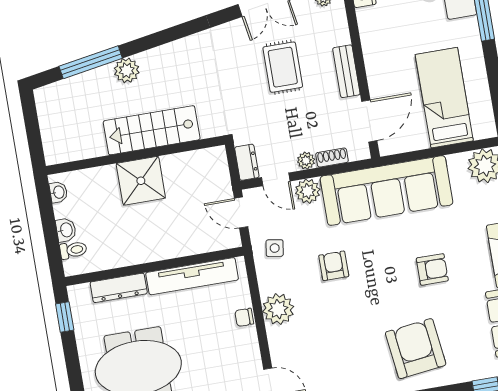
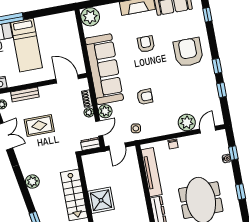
plant: (127, 70) -> (32, 181), moved
bench: (346, 71) -> (25, 95), moved
bed: (444, 98) -> (27, 45), moved, turned -90
armchair: (334, 266) -> (145, 97), turned 180
plant: (278, 309) -> (187, 122), moved
armchair: (416, 349) -> (188, 52), turned 97

